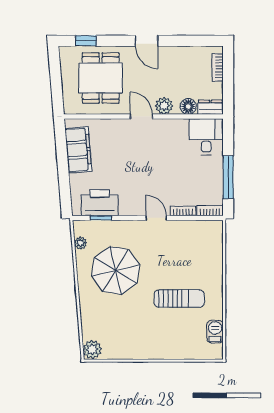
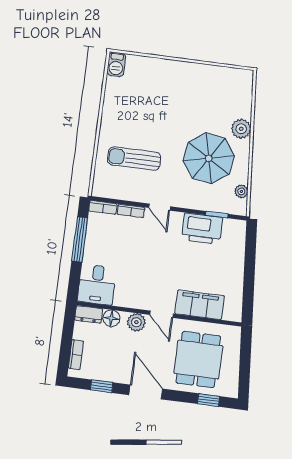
door: (147, 41) -> (146, 392), width x1.38
window: (189, 41) -> (102, 386), added
filing cabinet: (78, 150) -> (200, 305), moved, turned 95
printer: (100, 203) -> (202, 229), moved
sun lounger: (179, 299) -> (134, 159), moved
barbecue: (215, 332) -> (116, 64), moved
plant: (92, 349) -> (241, 129), moved

